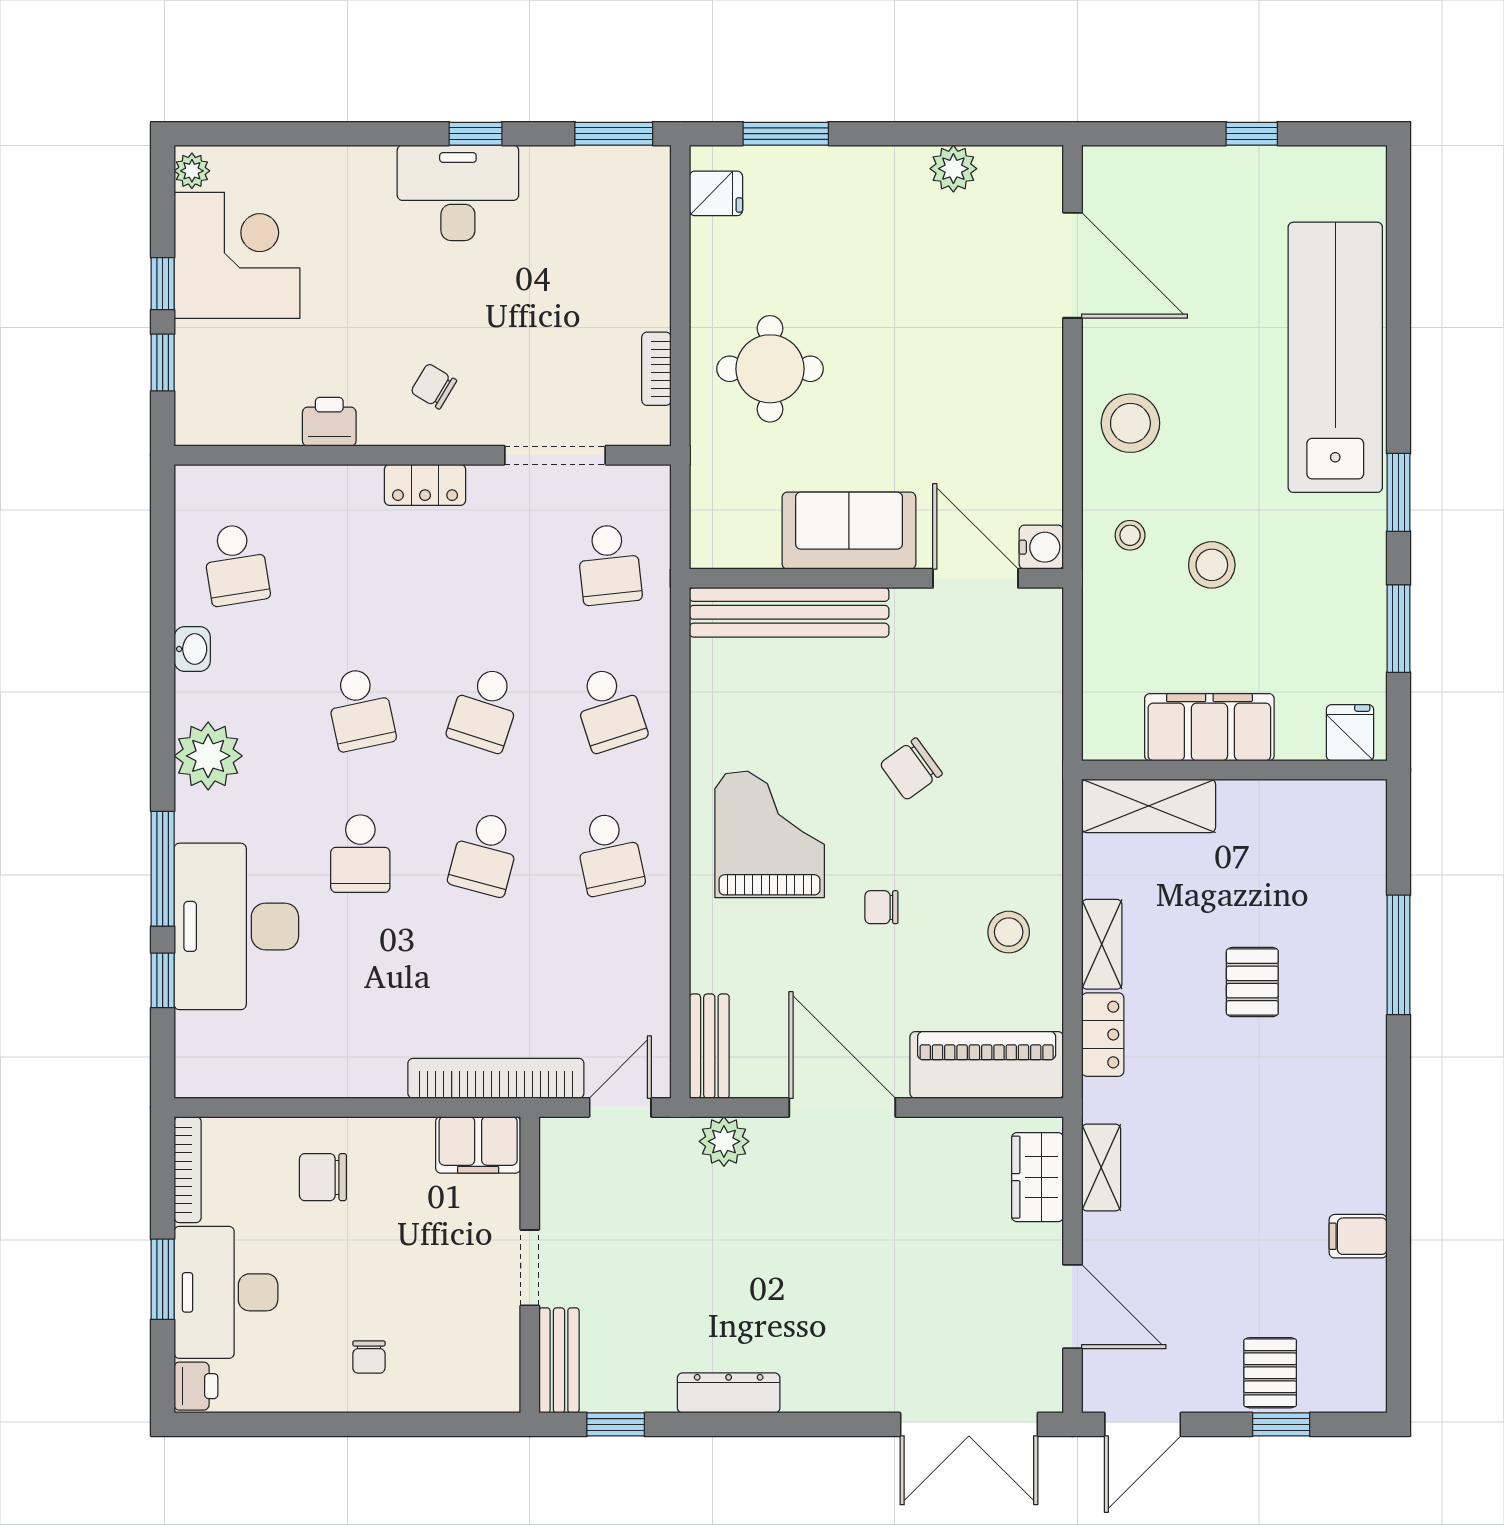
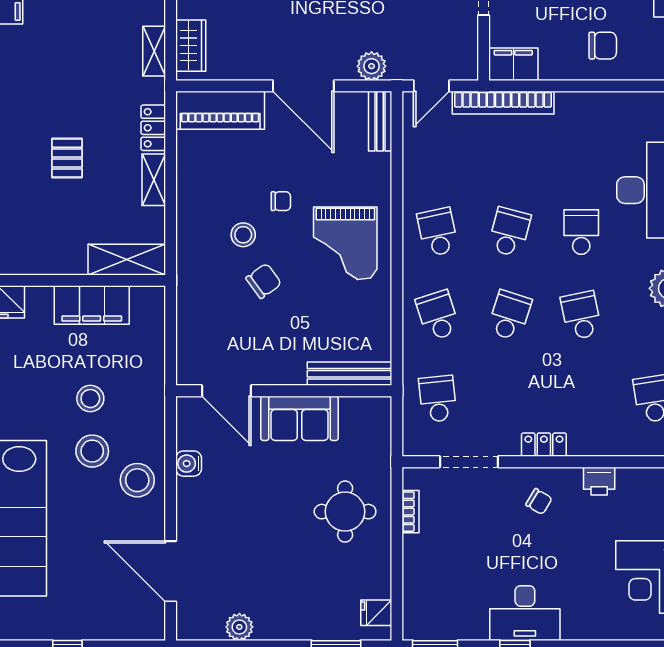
stool: (1130, 535) -> (92, 451), moved, width x1.89, depth x1.89
water cooler: (1041, 547) -> (189, 464), moved
bench: (789, 612) -> (349, 374), width x0.73, depth x0.82
stool: (1009, 932) -> (243, 235), moved

